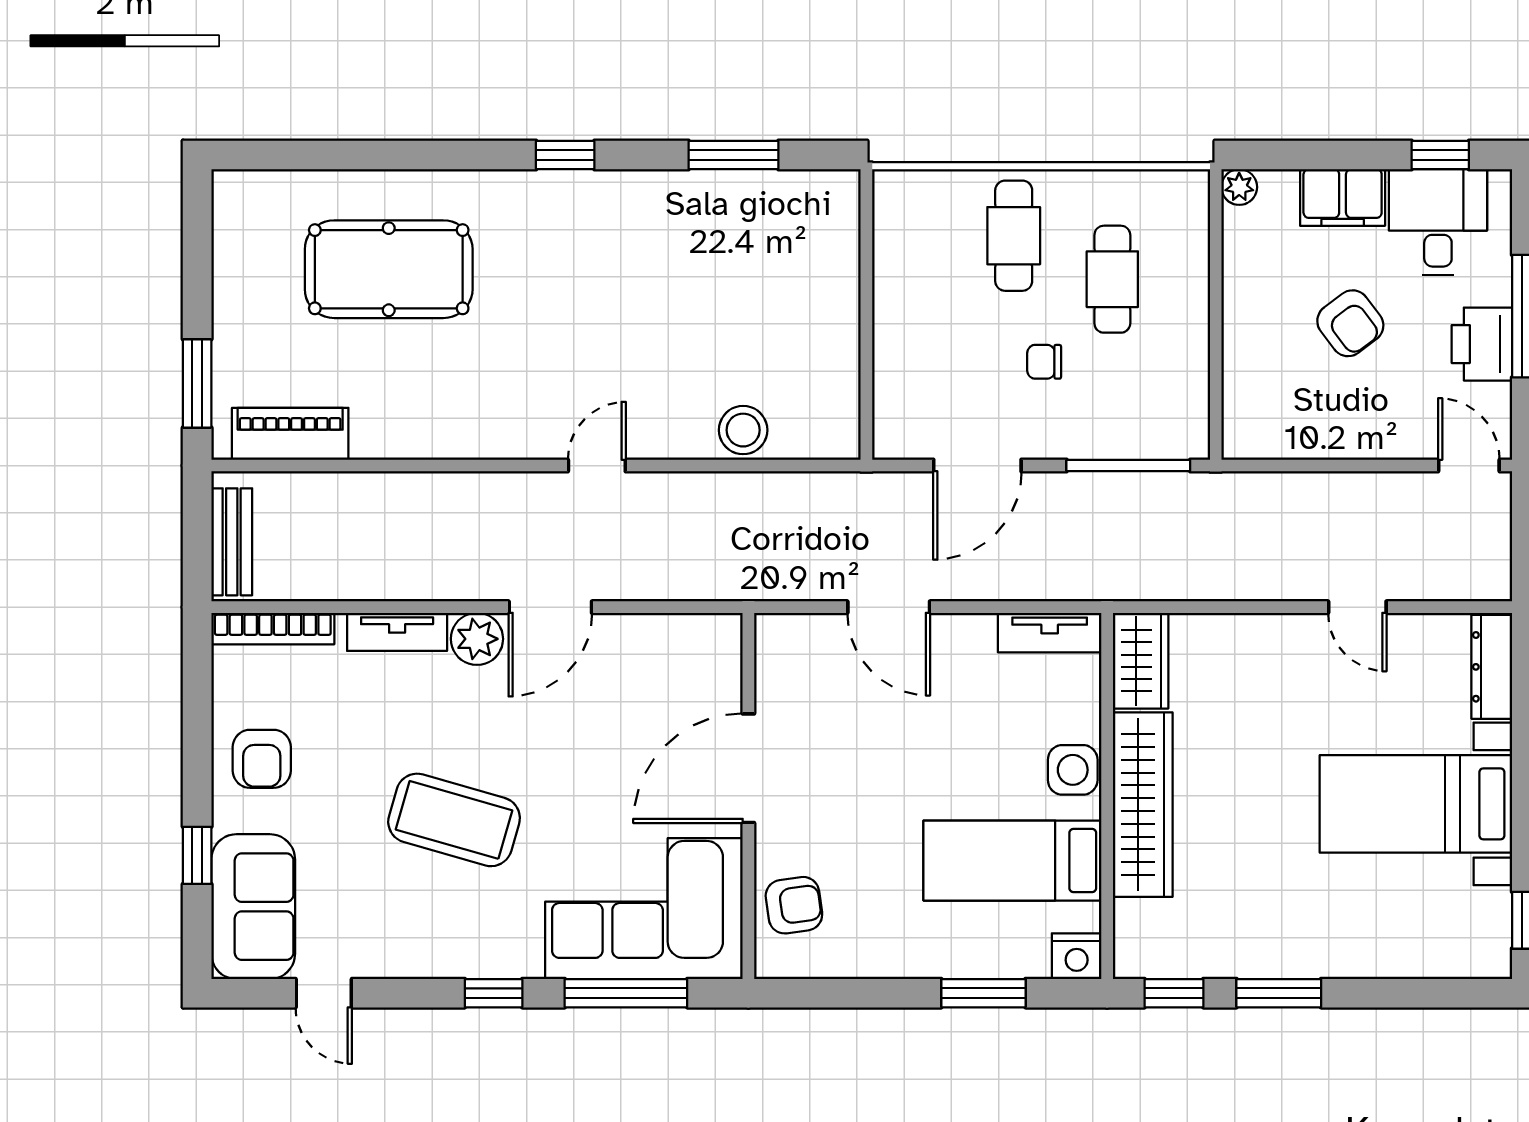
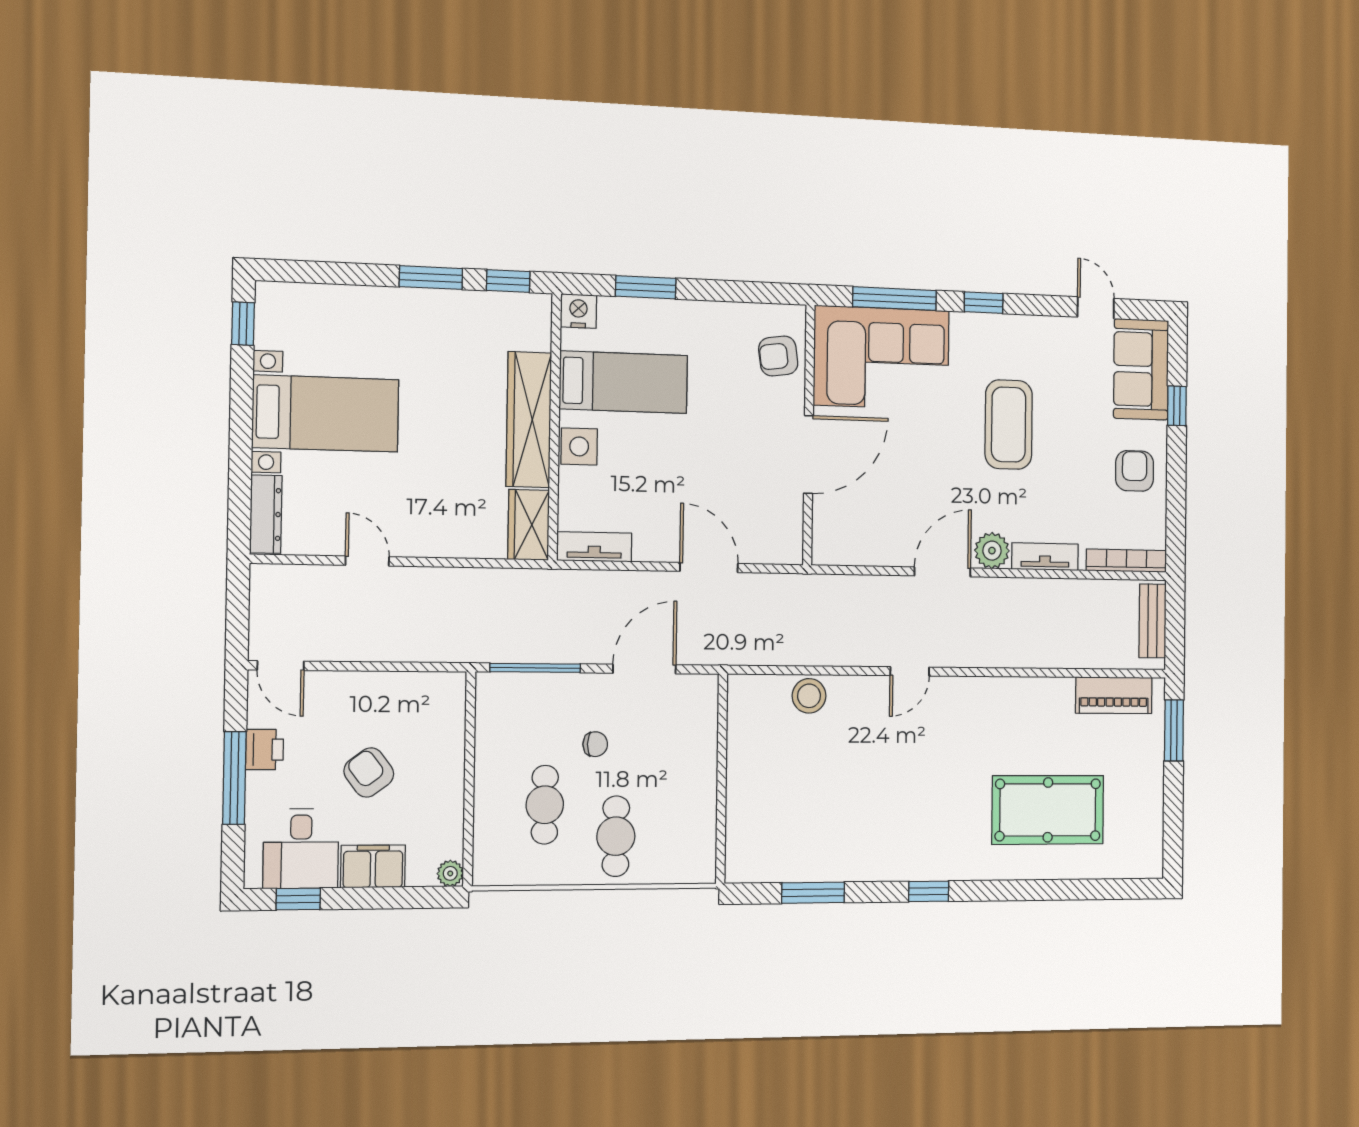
printer: (1482, 344) -> (265, 750), width x0.73, depth x0.81
coffee table: (454, 820) -> (1009, 425), turned 74

